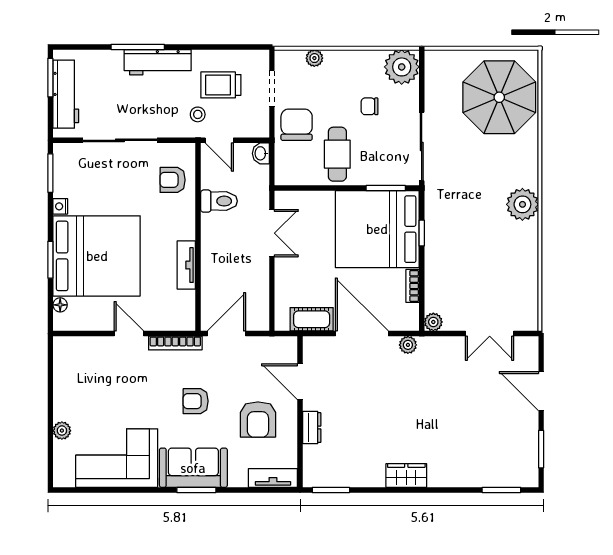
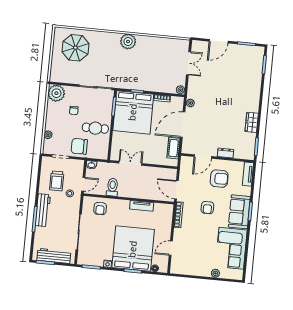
parasol: (499, 97) -> (75, 48), width x0.73, depth x0.73
door: (129, 334) -> (171, 248), moved
wardrobe: (406, 475) -> (252, 122), moved

